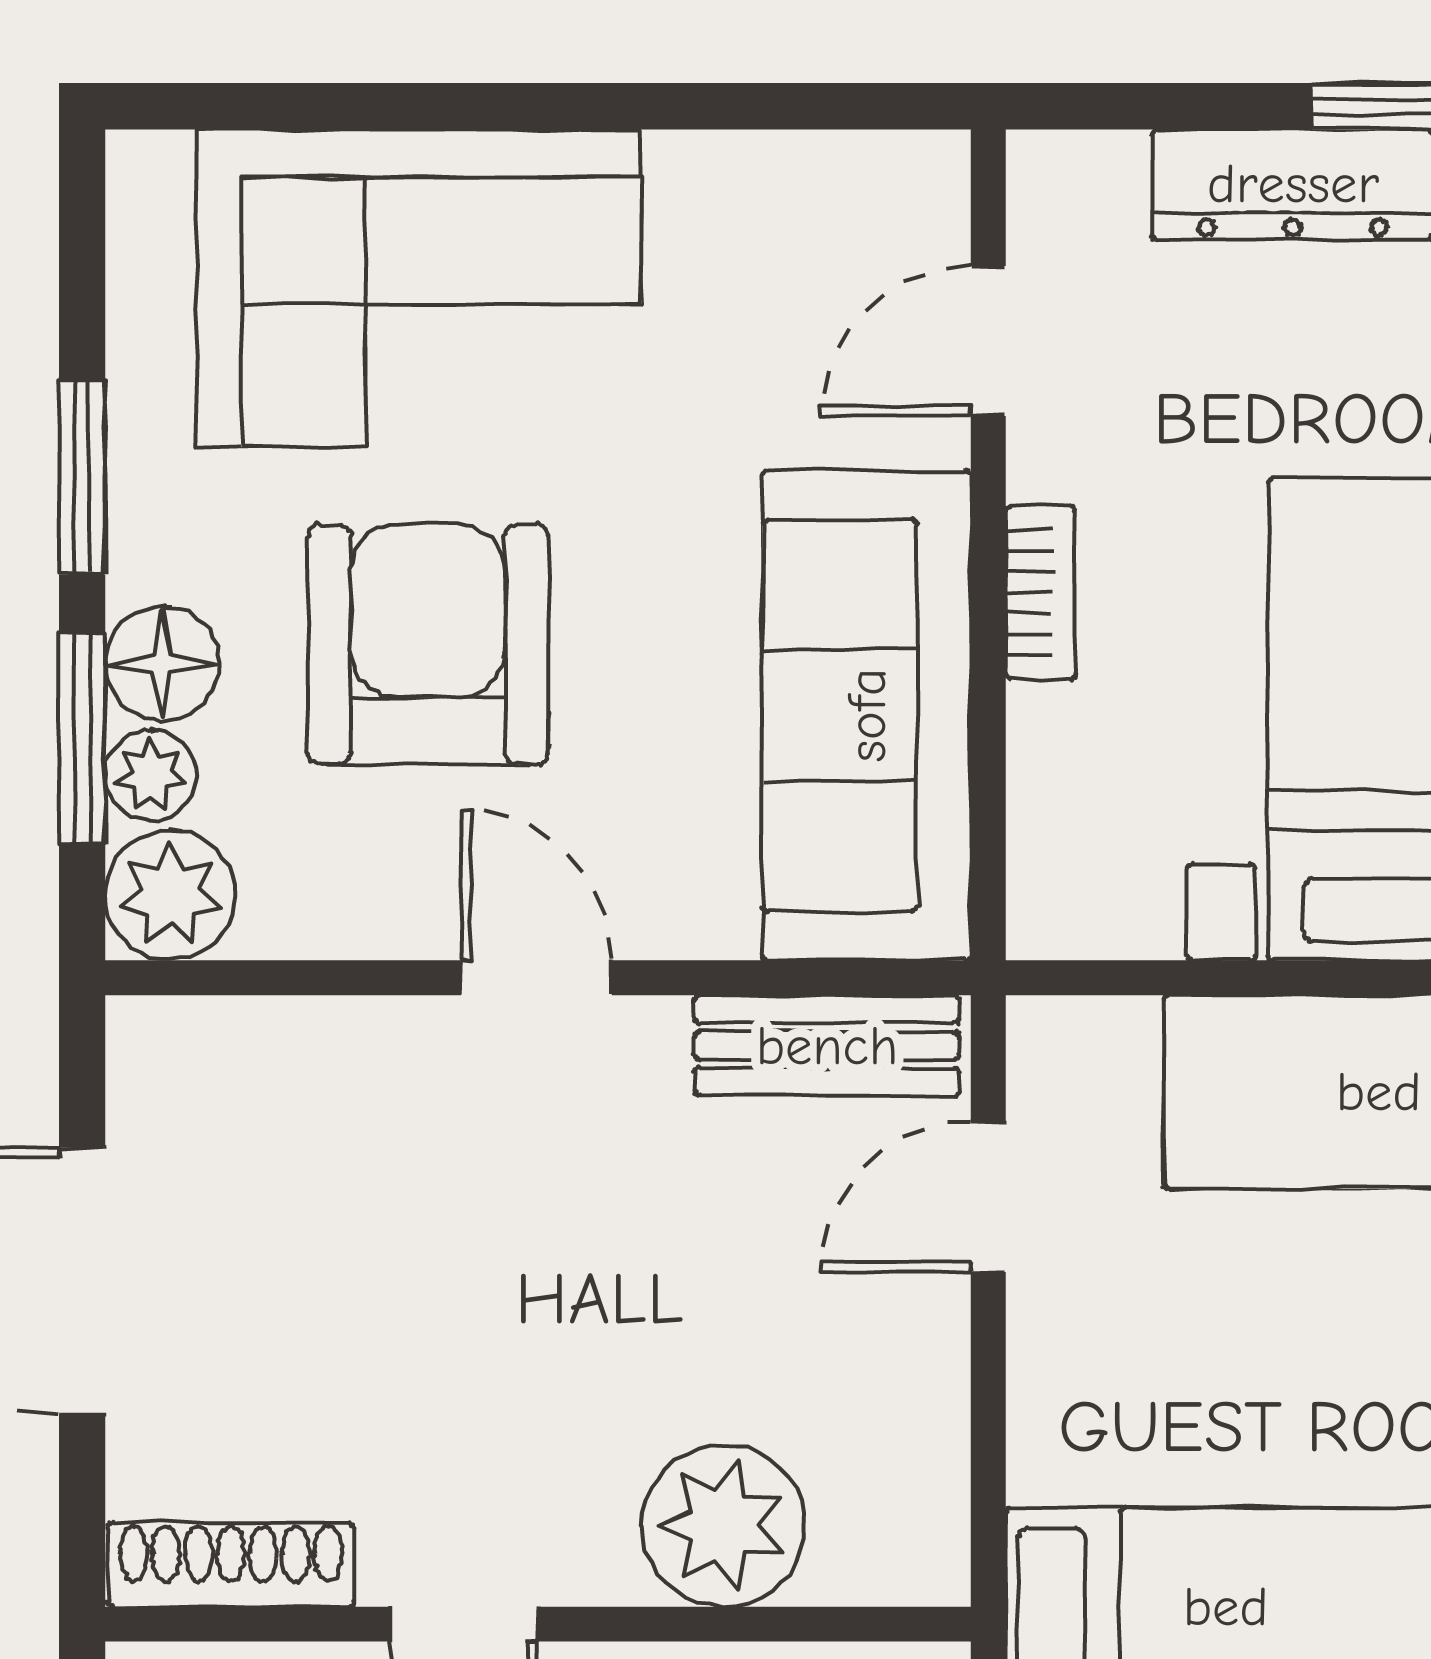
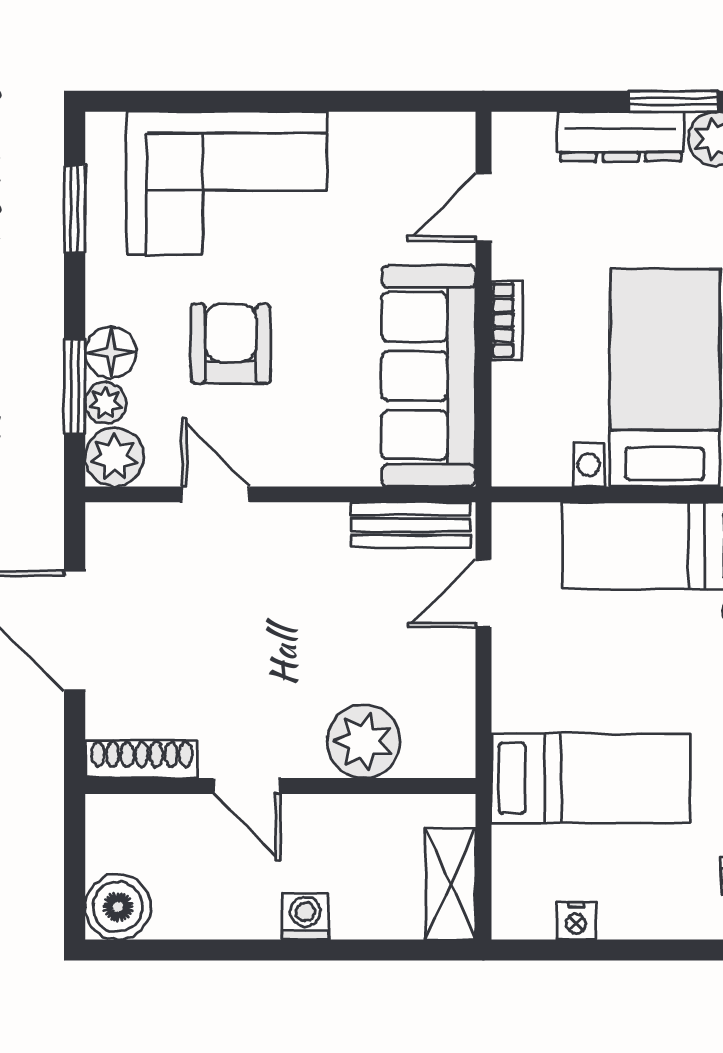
window: (82, 477) -> (75, 209), moved
armchair: (428, 644) -> (231, 344), width x0.73, depth x0.73
door: (536, 978) -> (216, 494), moved

